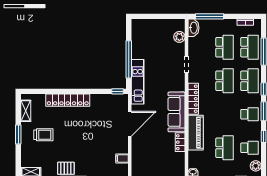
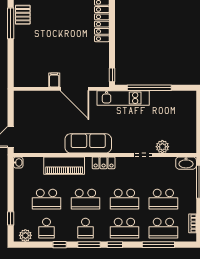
plant: (179, 37) -> (162, 147), moved
locker: (193, 99) -> (104, 163), width x0.66
school desk: (225, 114) -> (85, 199), added
locker: (180, 142) -> (53, 148), removed
filing cabinet: (122, 158) -> (54, 80), moved

